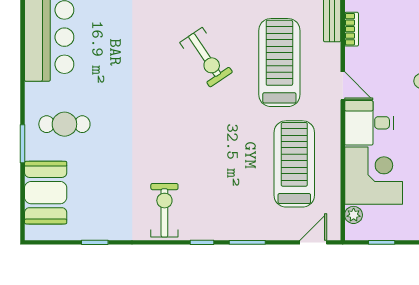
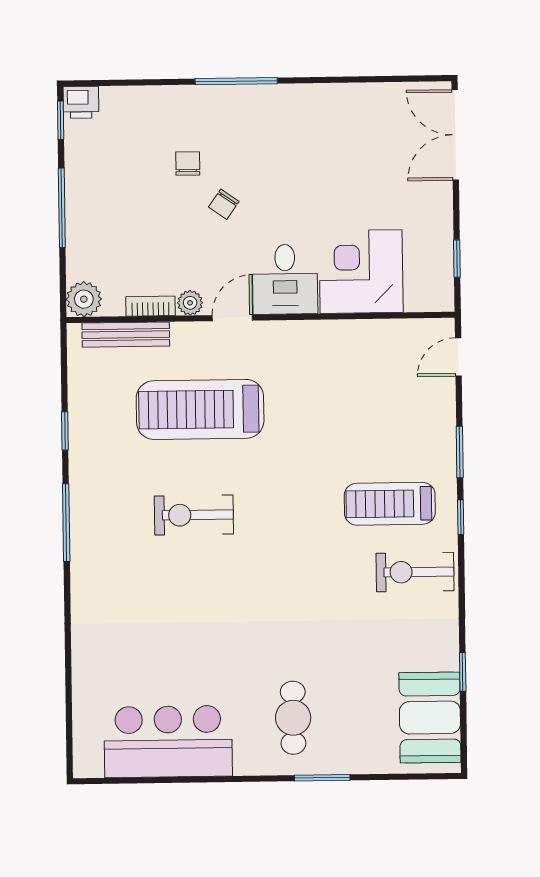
exercise bike: (206, 57) -> (194, 515), turned -146
treadmill: (294, 164) -> (390, 504), moved, width x0.73, depth x0.73
booth: (46, 193) -> (430, 718), moved, turned 90
plant: (354, 215) -> (190, 303), moved
door: (313, 242) -> (458, 357), hinge flipped

